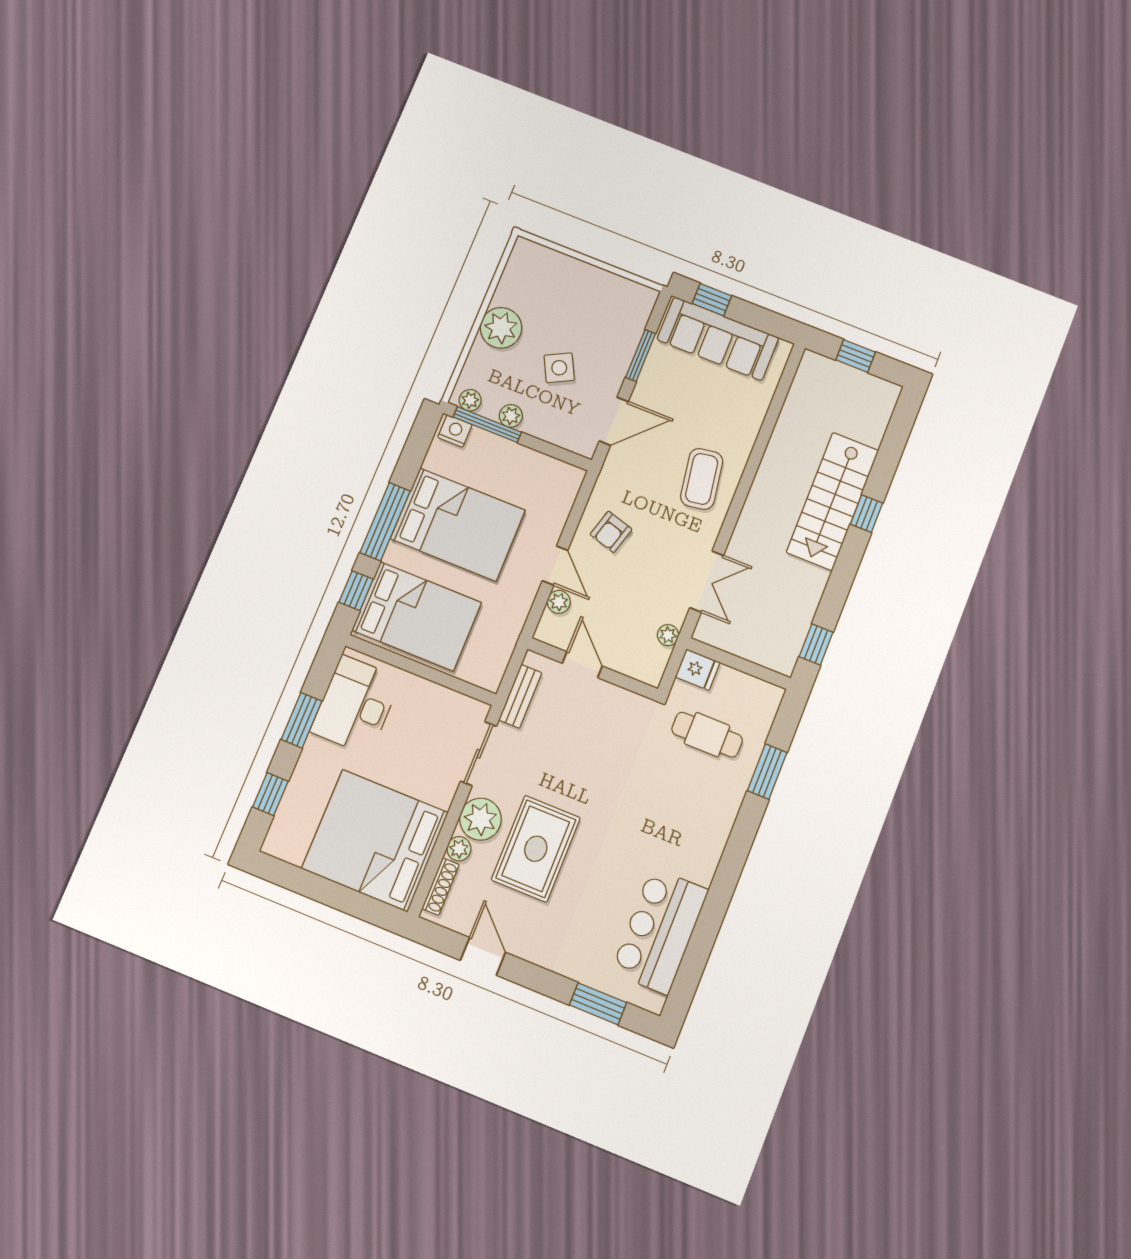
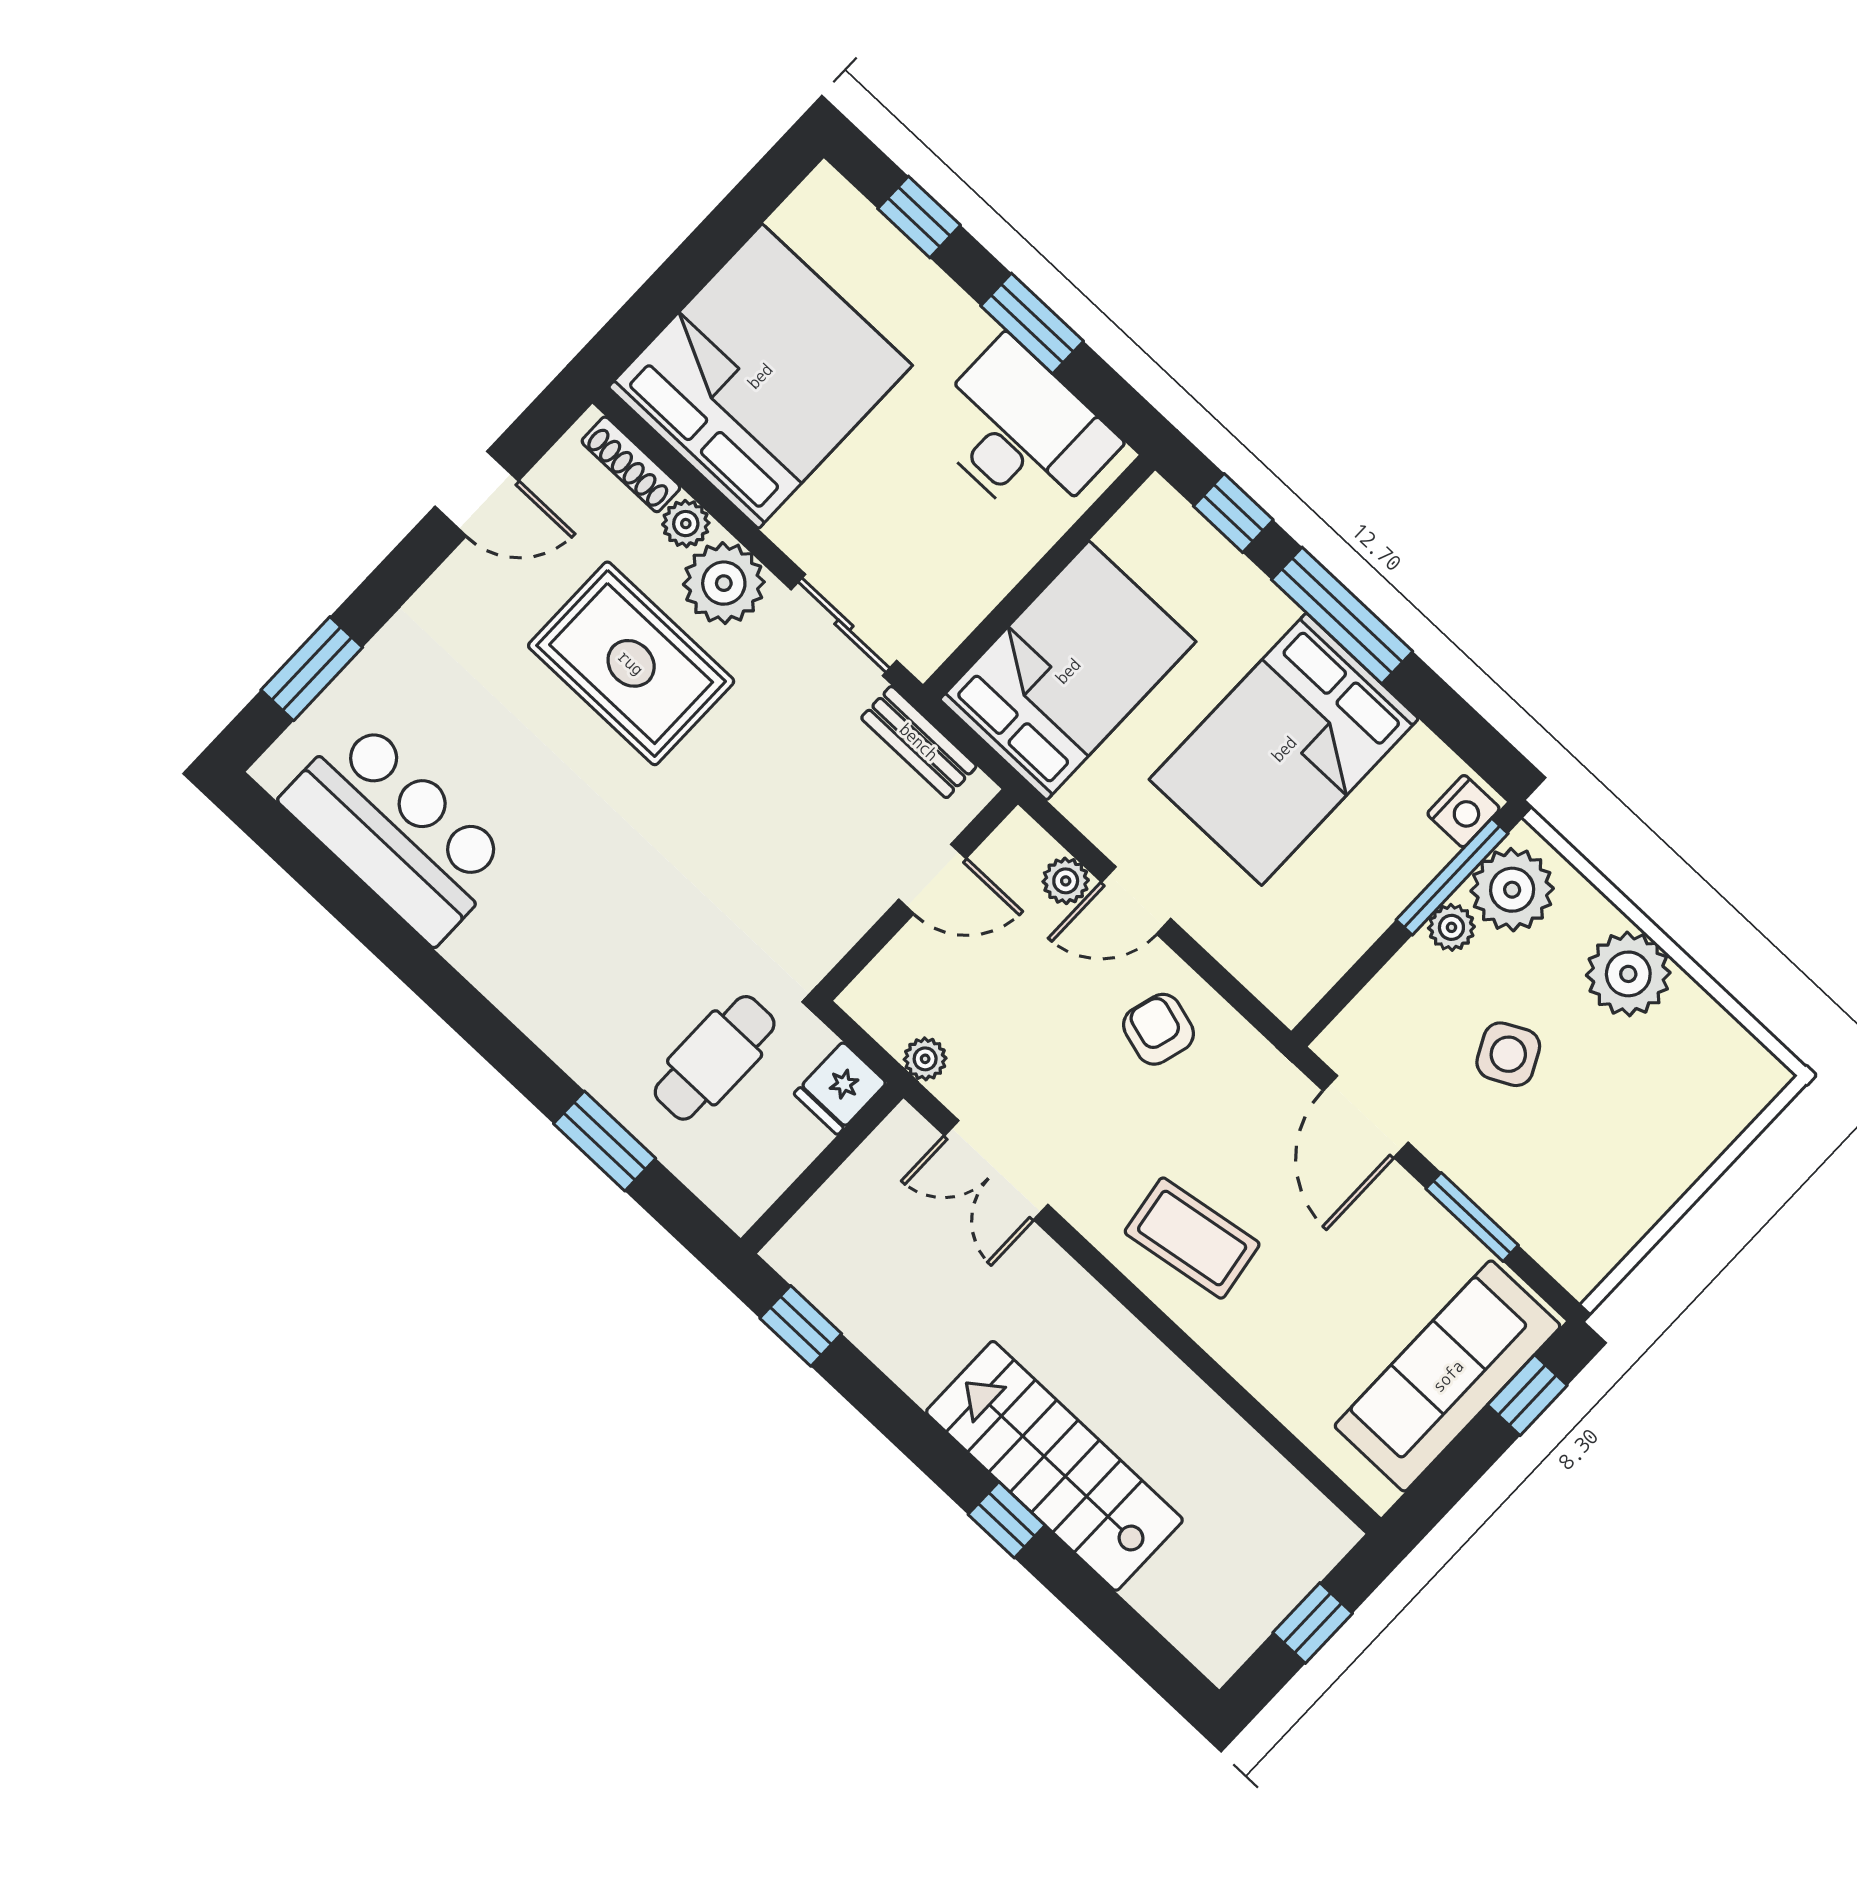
plant: (470, 400) -> (1512, 890), width x1.87, depth x1.87
bed: (417, 616) -> (1068, 671), moved, turned 180

